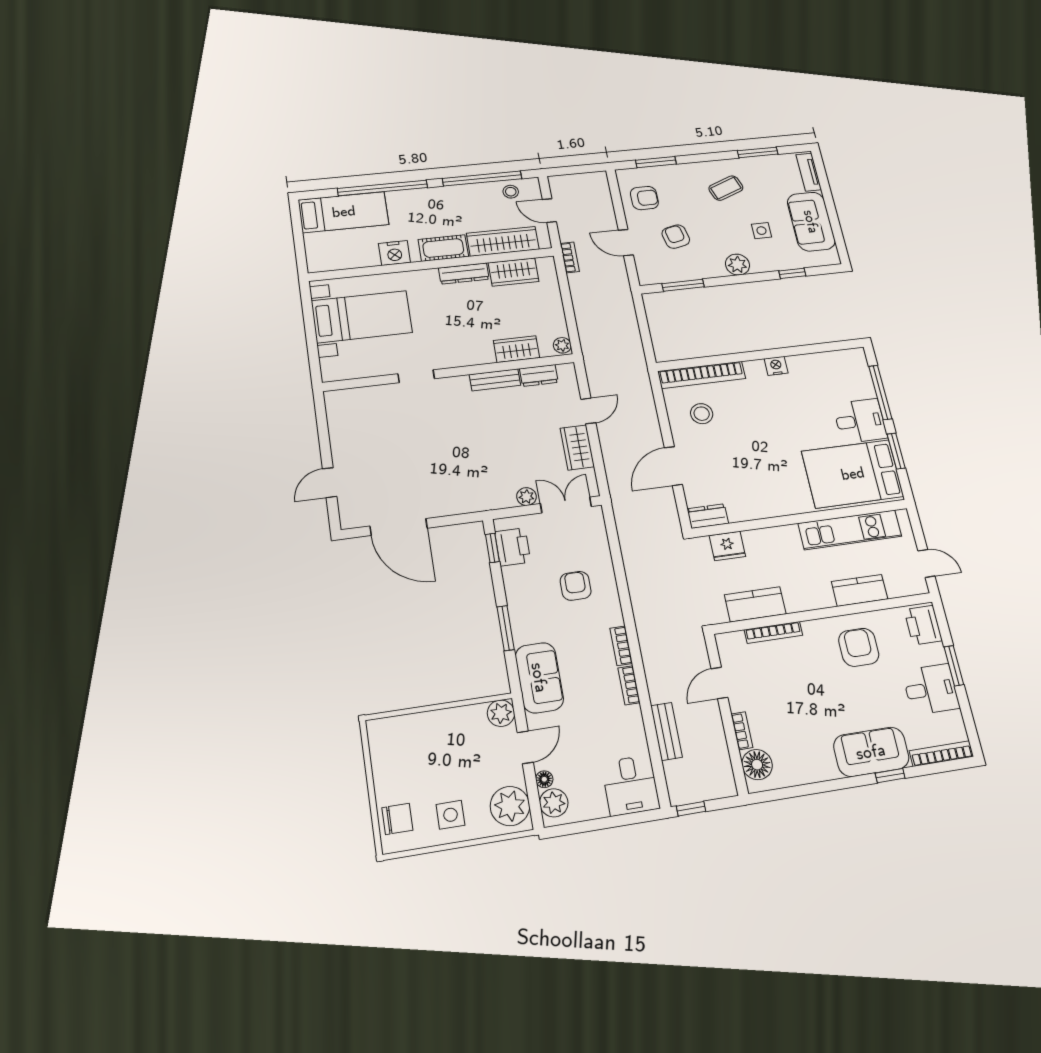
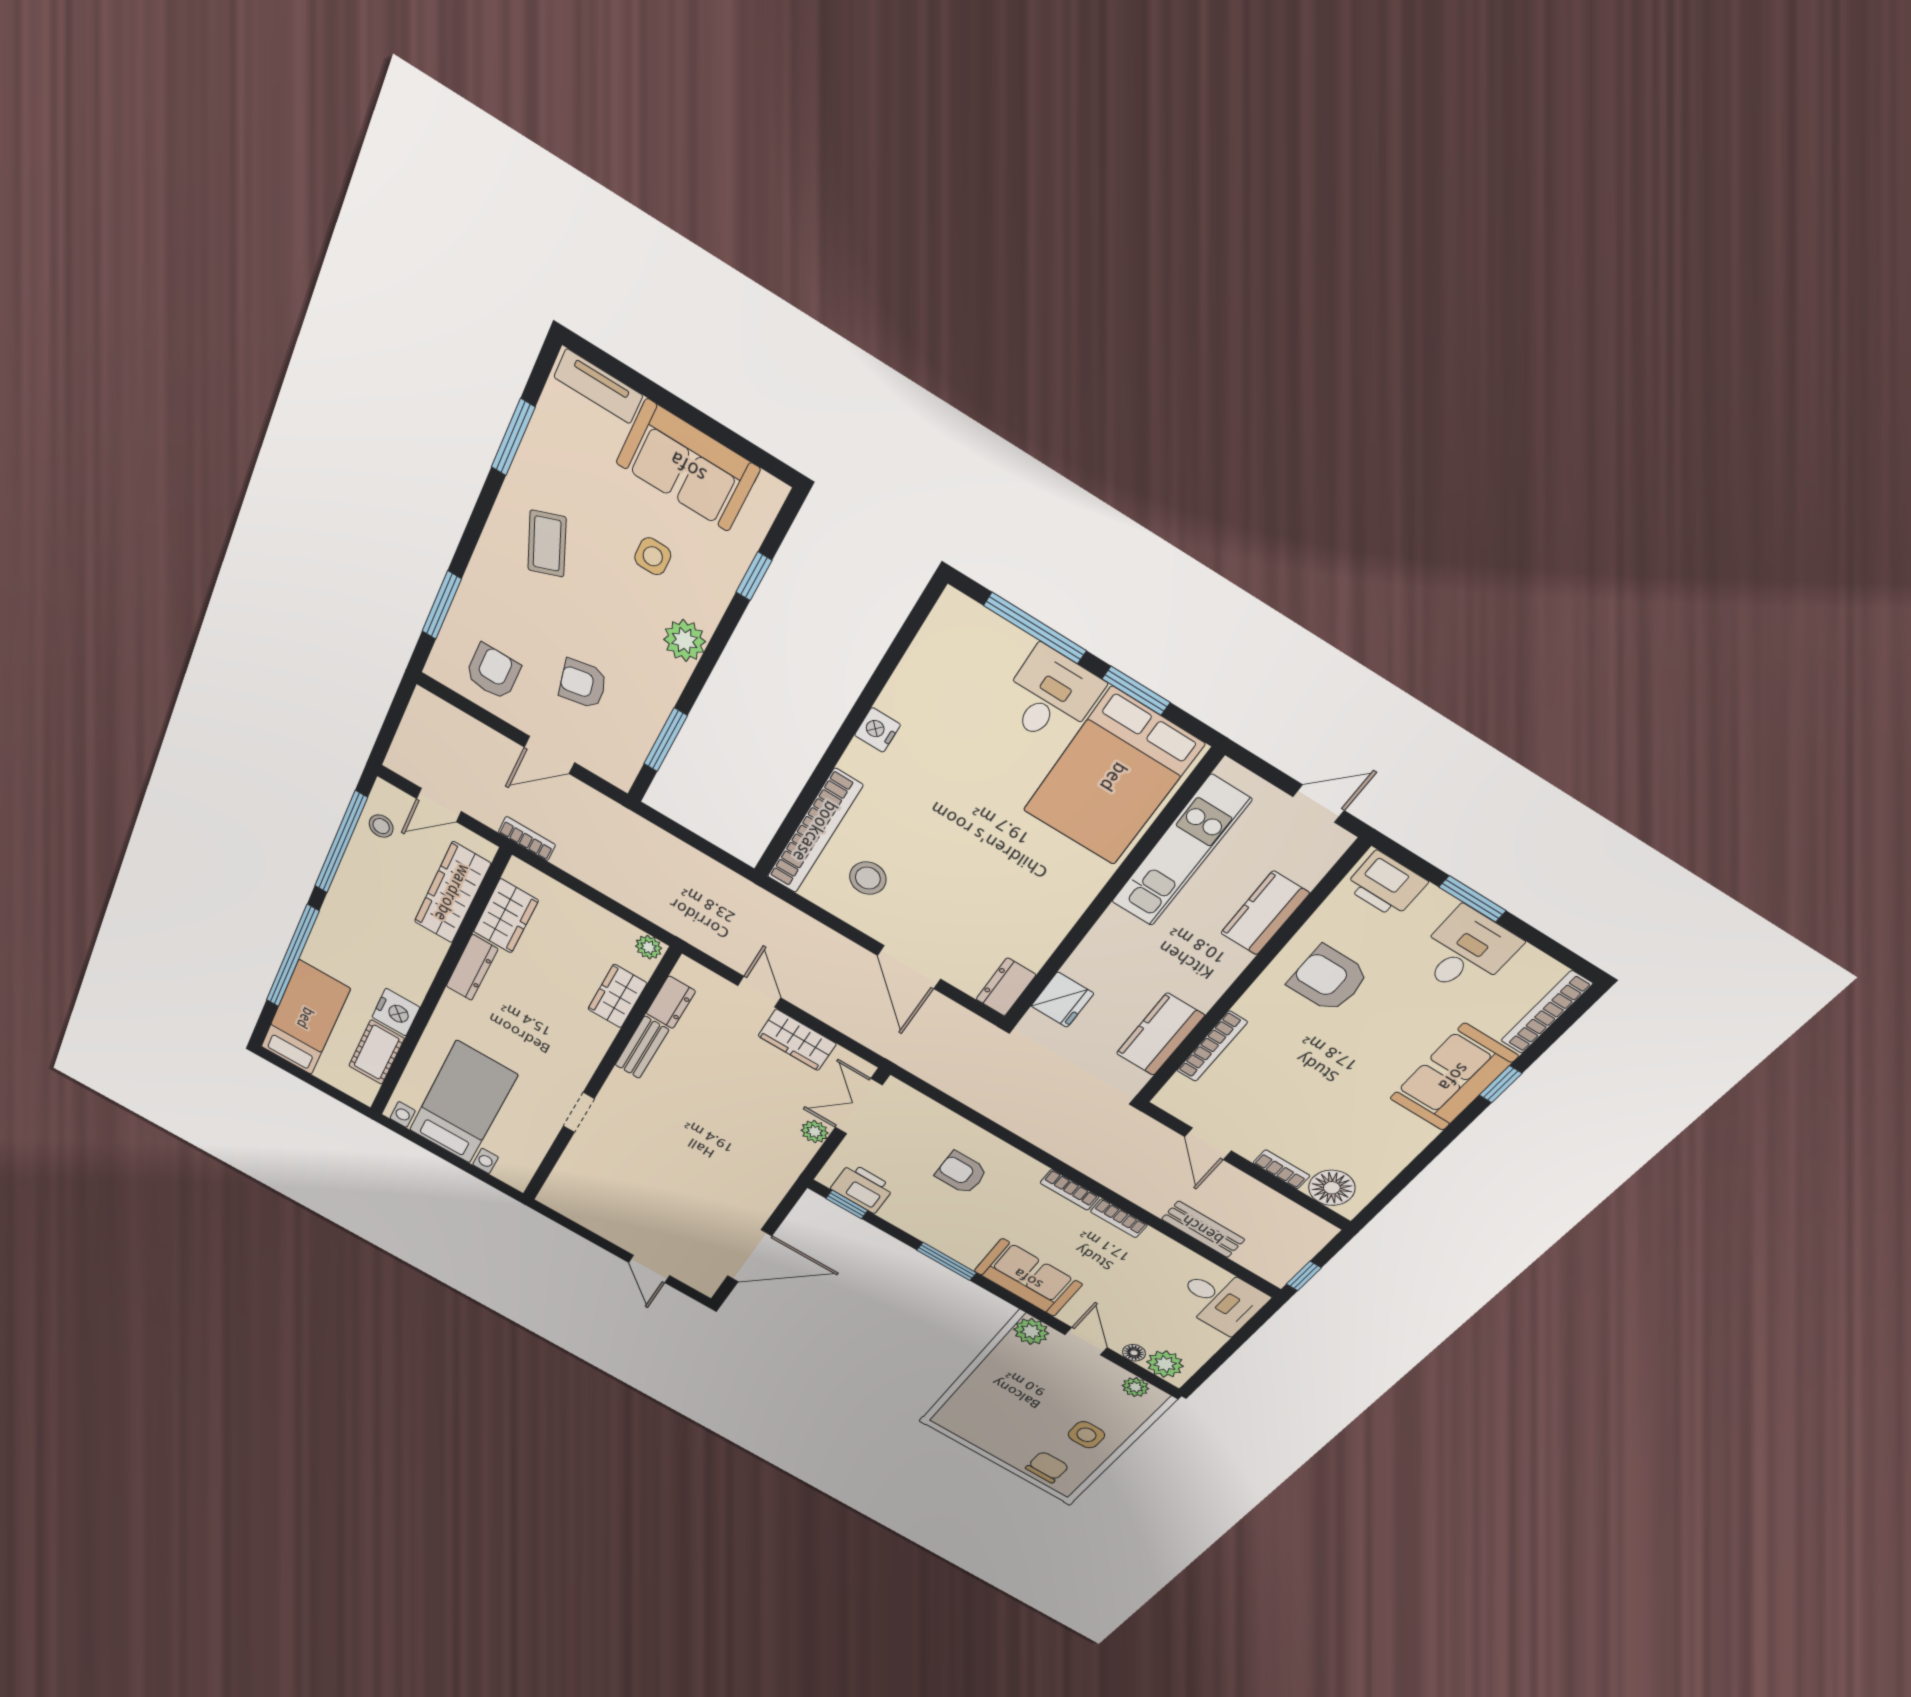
cot: (443, 248) -> (376, 1052), moved
plant: (510, 806) -> (1135, 1387), width x0.53, depth x0.53

